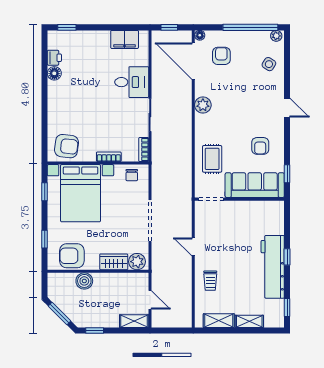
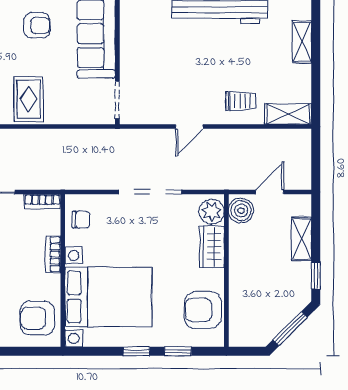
armchair: (66, 146) -> (37, 318), turned -97
rug: (212, 159) -> (28, 99), moved, turned 90
window: (45, 192) -> (136, 351), moved
armchair: (72, 256) -> (203, 310), turned 90
boiler: (84, 281) -> (241, 211), moved
shelving: (134, 321) -> (302, 239), moved
shelving: (219, 321) -> (288, 114), moved, turned 90

